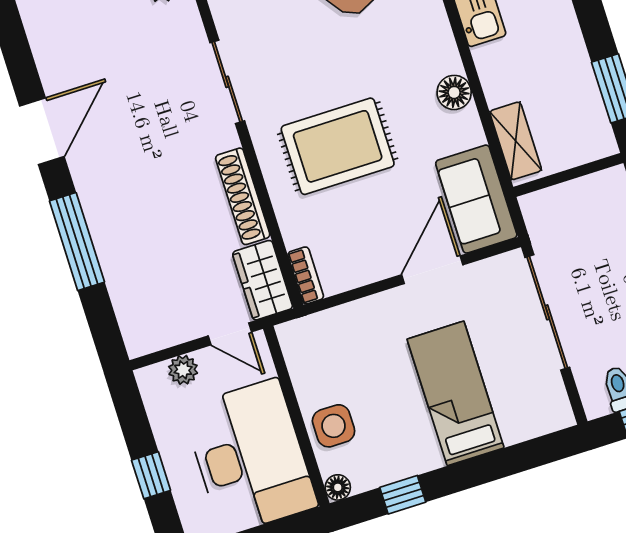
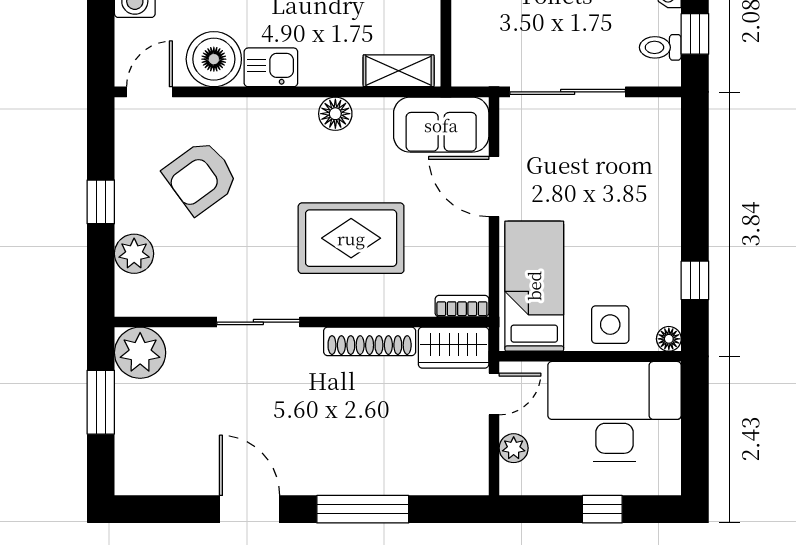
rug: (338, 146) -> (351, 238), turned 90
bed: (456, 393) -> (534, 286), moved, turned 90

